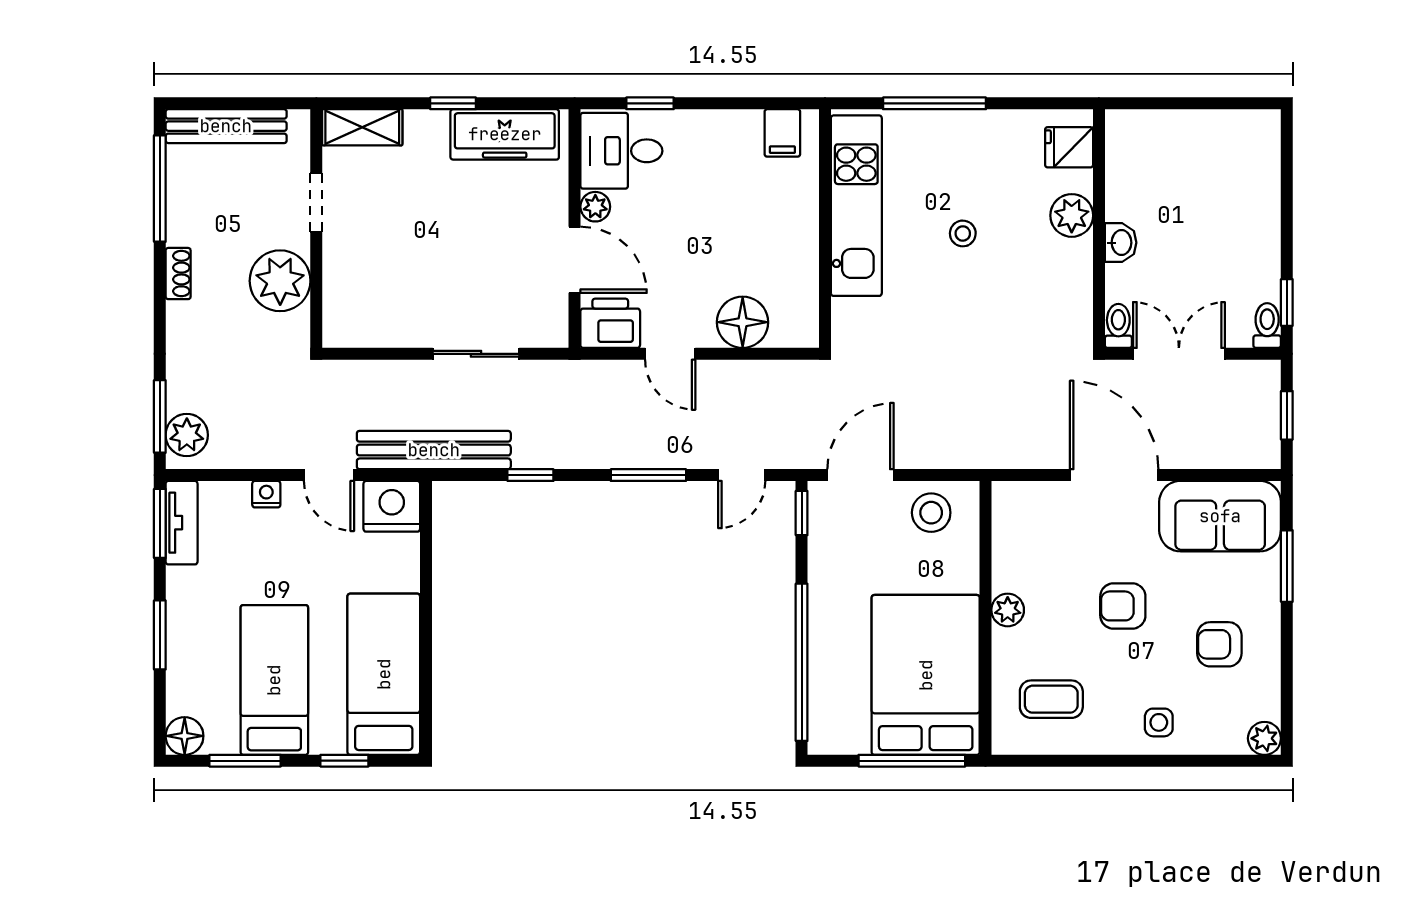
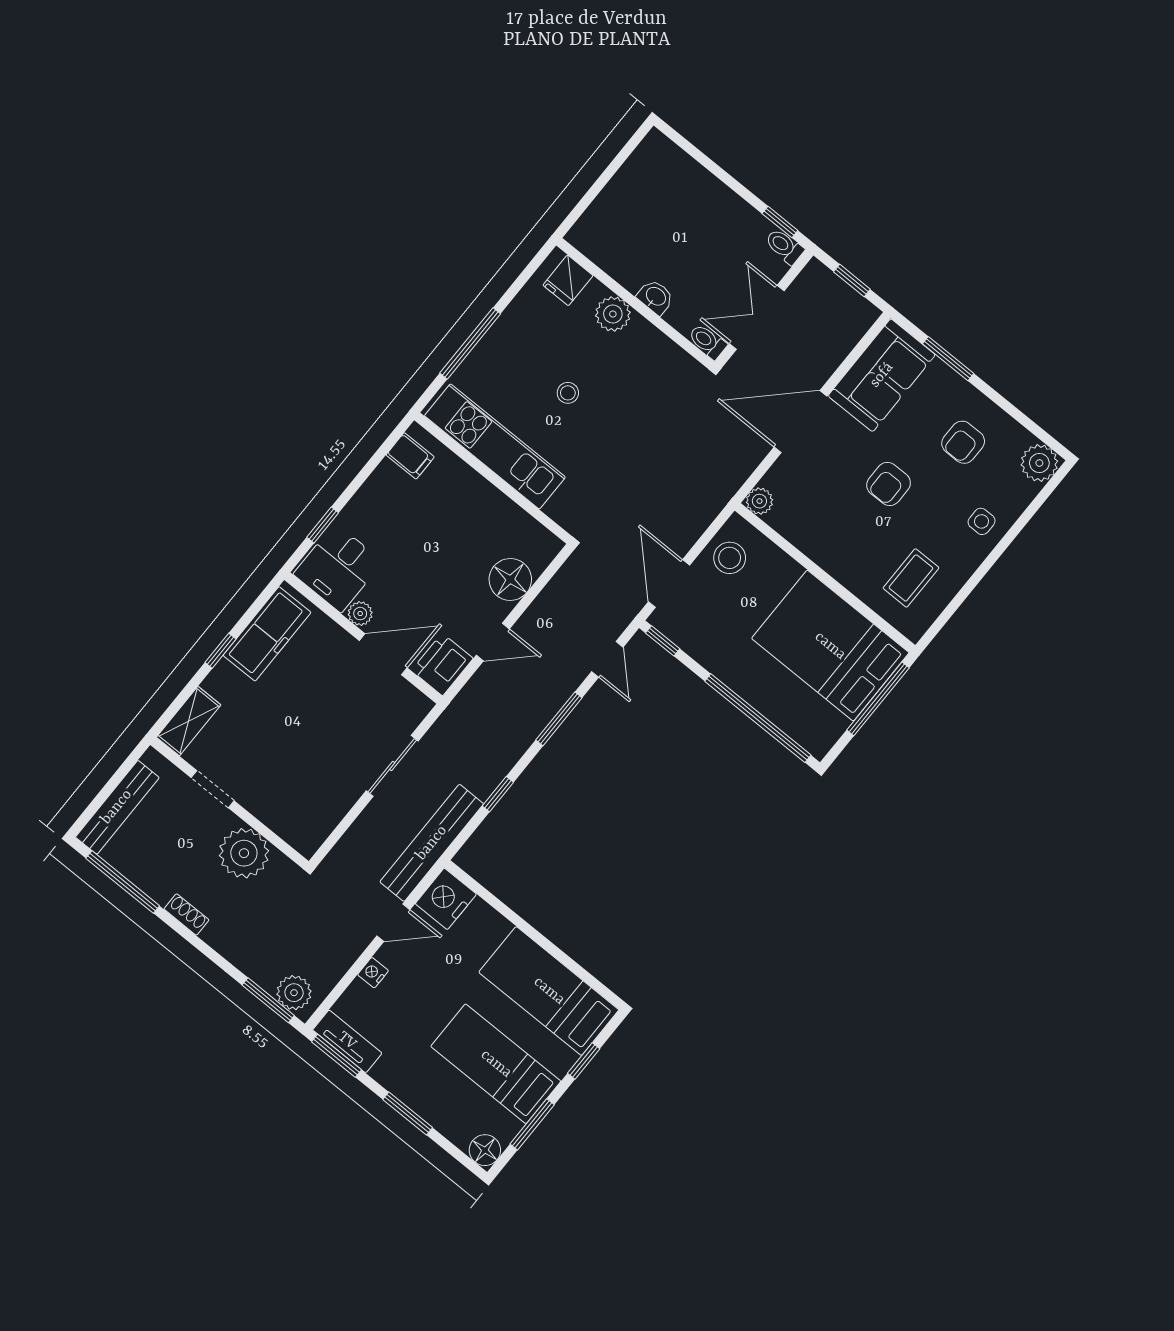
plant: (1008, 610) -> (759, 501), moved
plant: (1264, 738) -> (1039, 463), width x1.38, depth x1.38

